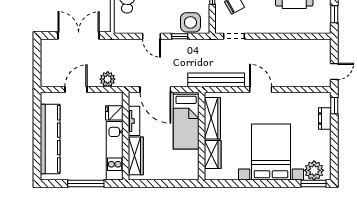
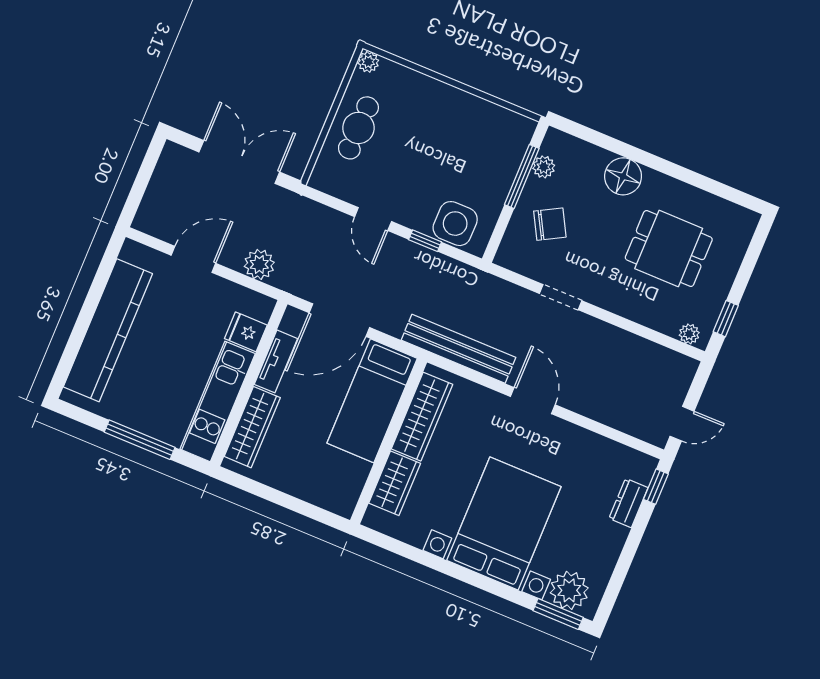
plant: (320, 28) -> (689, 334), added
doorway: (234, 36) -> (561, 297), moved
door: (155, 90) -> (339, 320), hinge flipped

